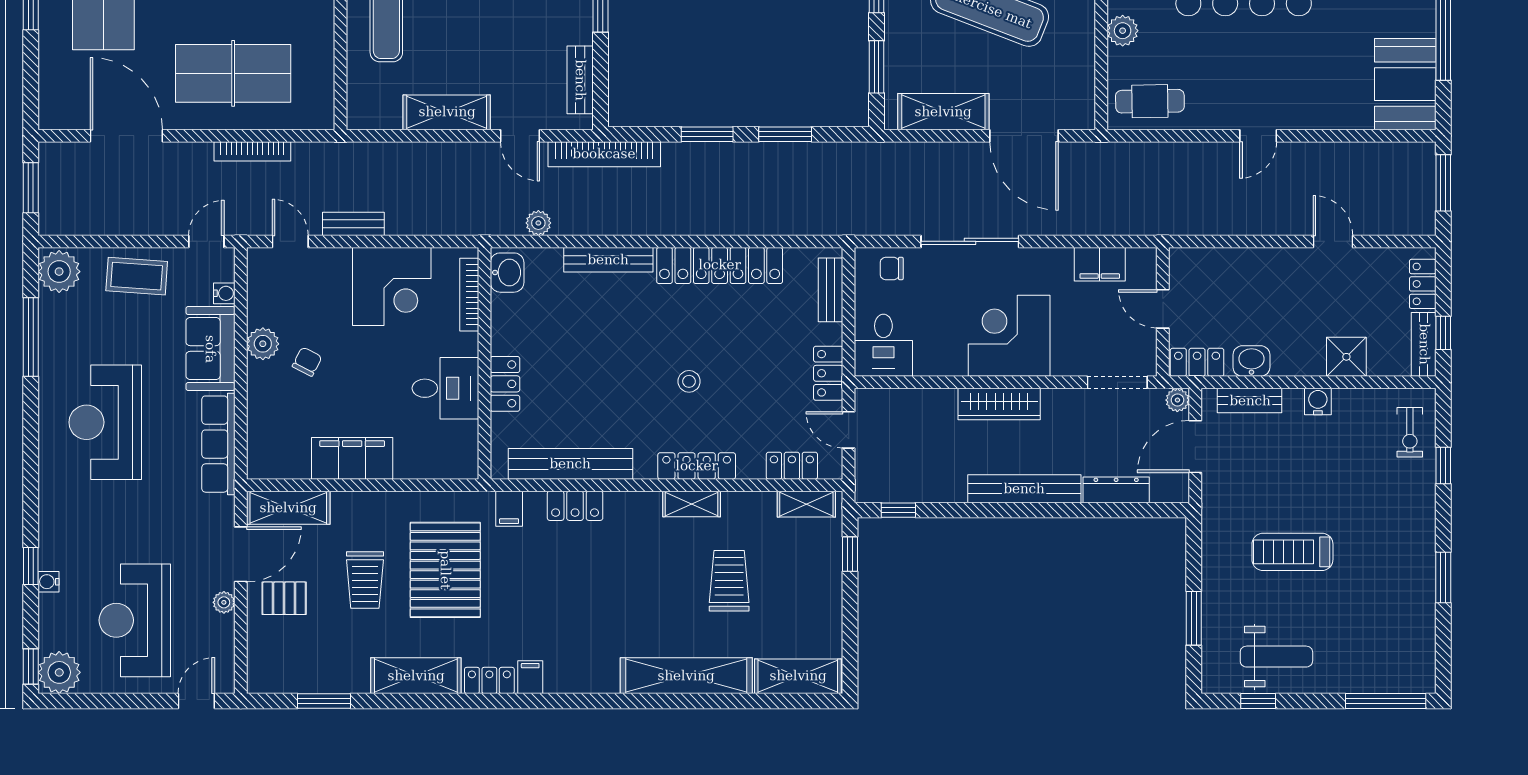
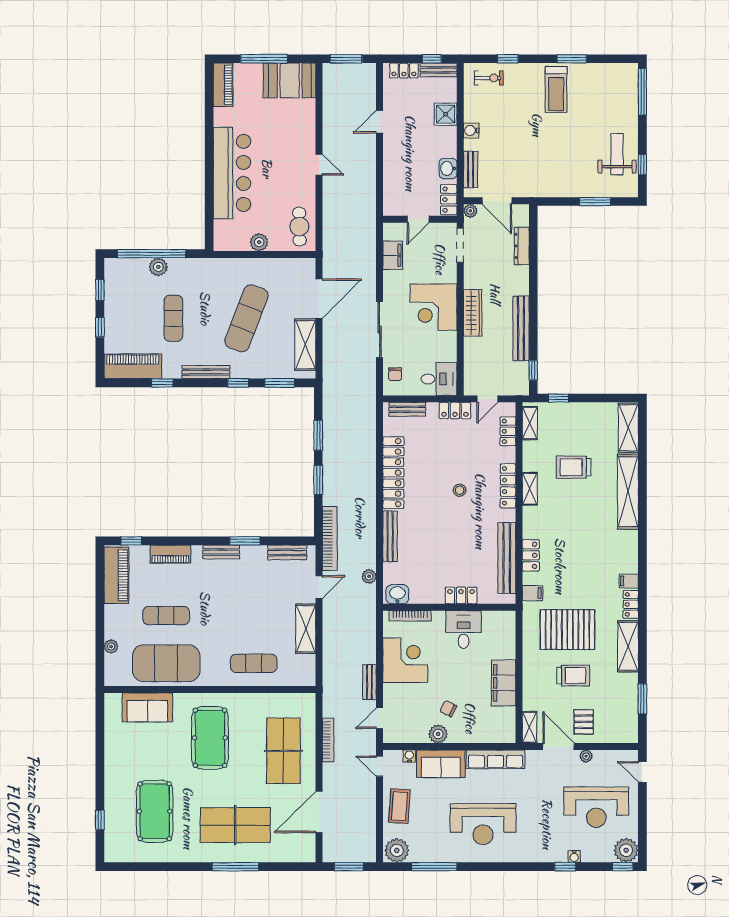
bench: (1024, 489) -> (521, 328), moved
shelving: (288, 508) -> (529, 727), width x0.67, depth x0.75
treadmill: (1292, 552) -> (556, 89), moved

